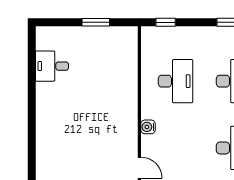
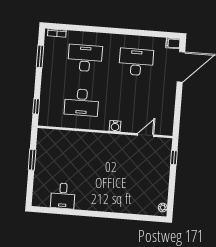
desk: (175, 81) -> (82, 102), turned 180

